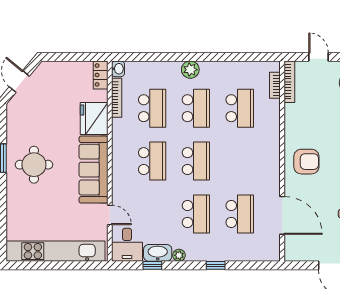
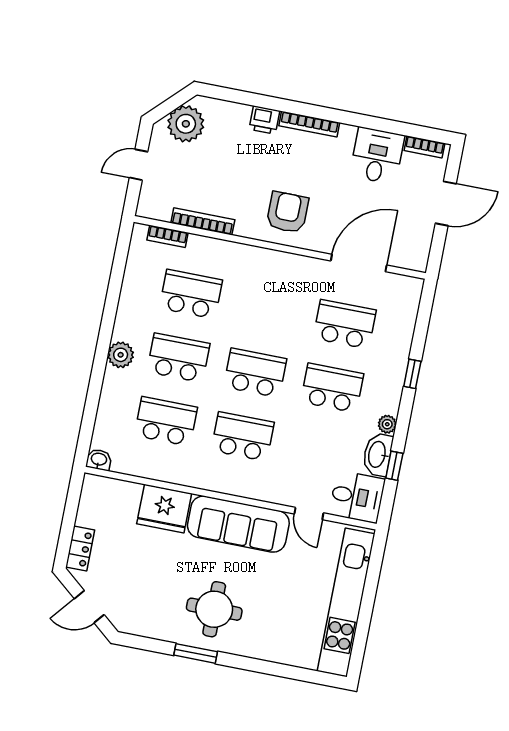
locker: (101, 75) -> (80, 548), moved, turned -90
bookcase: (289, 82) -> (203, 221), moved
bookcase: (117, 98) -> (140, 470), removed
door: (110, 215) -> (309, 513), swing flipped

